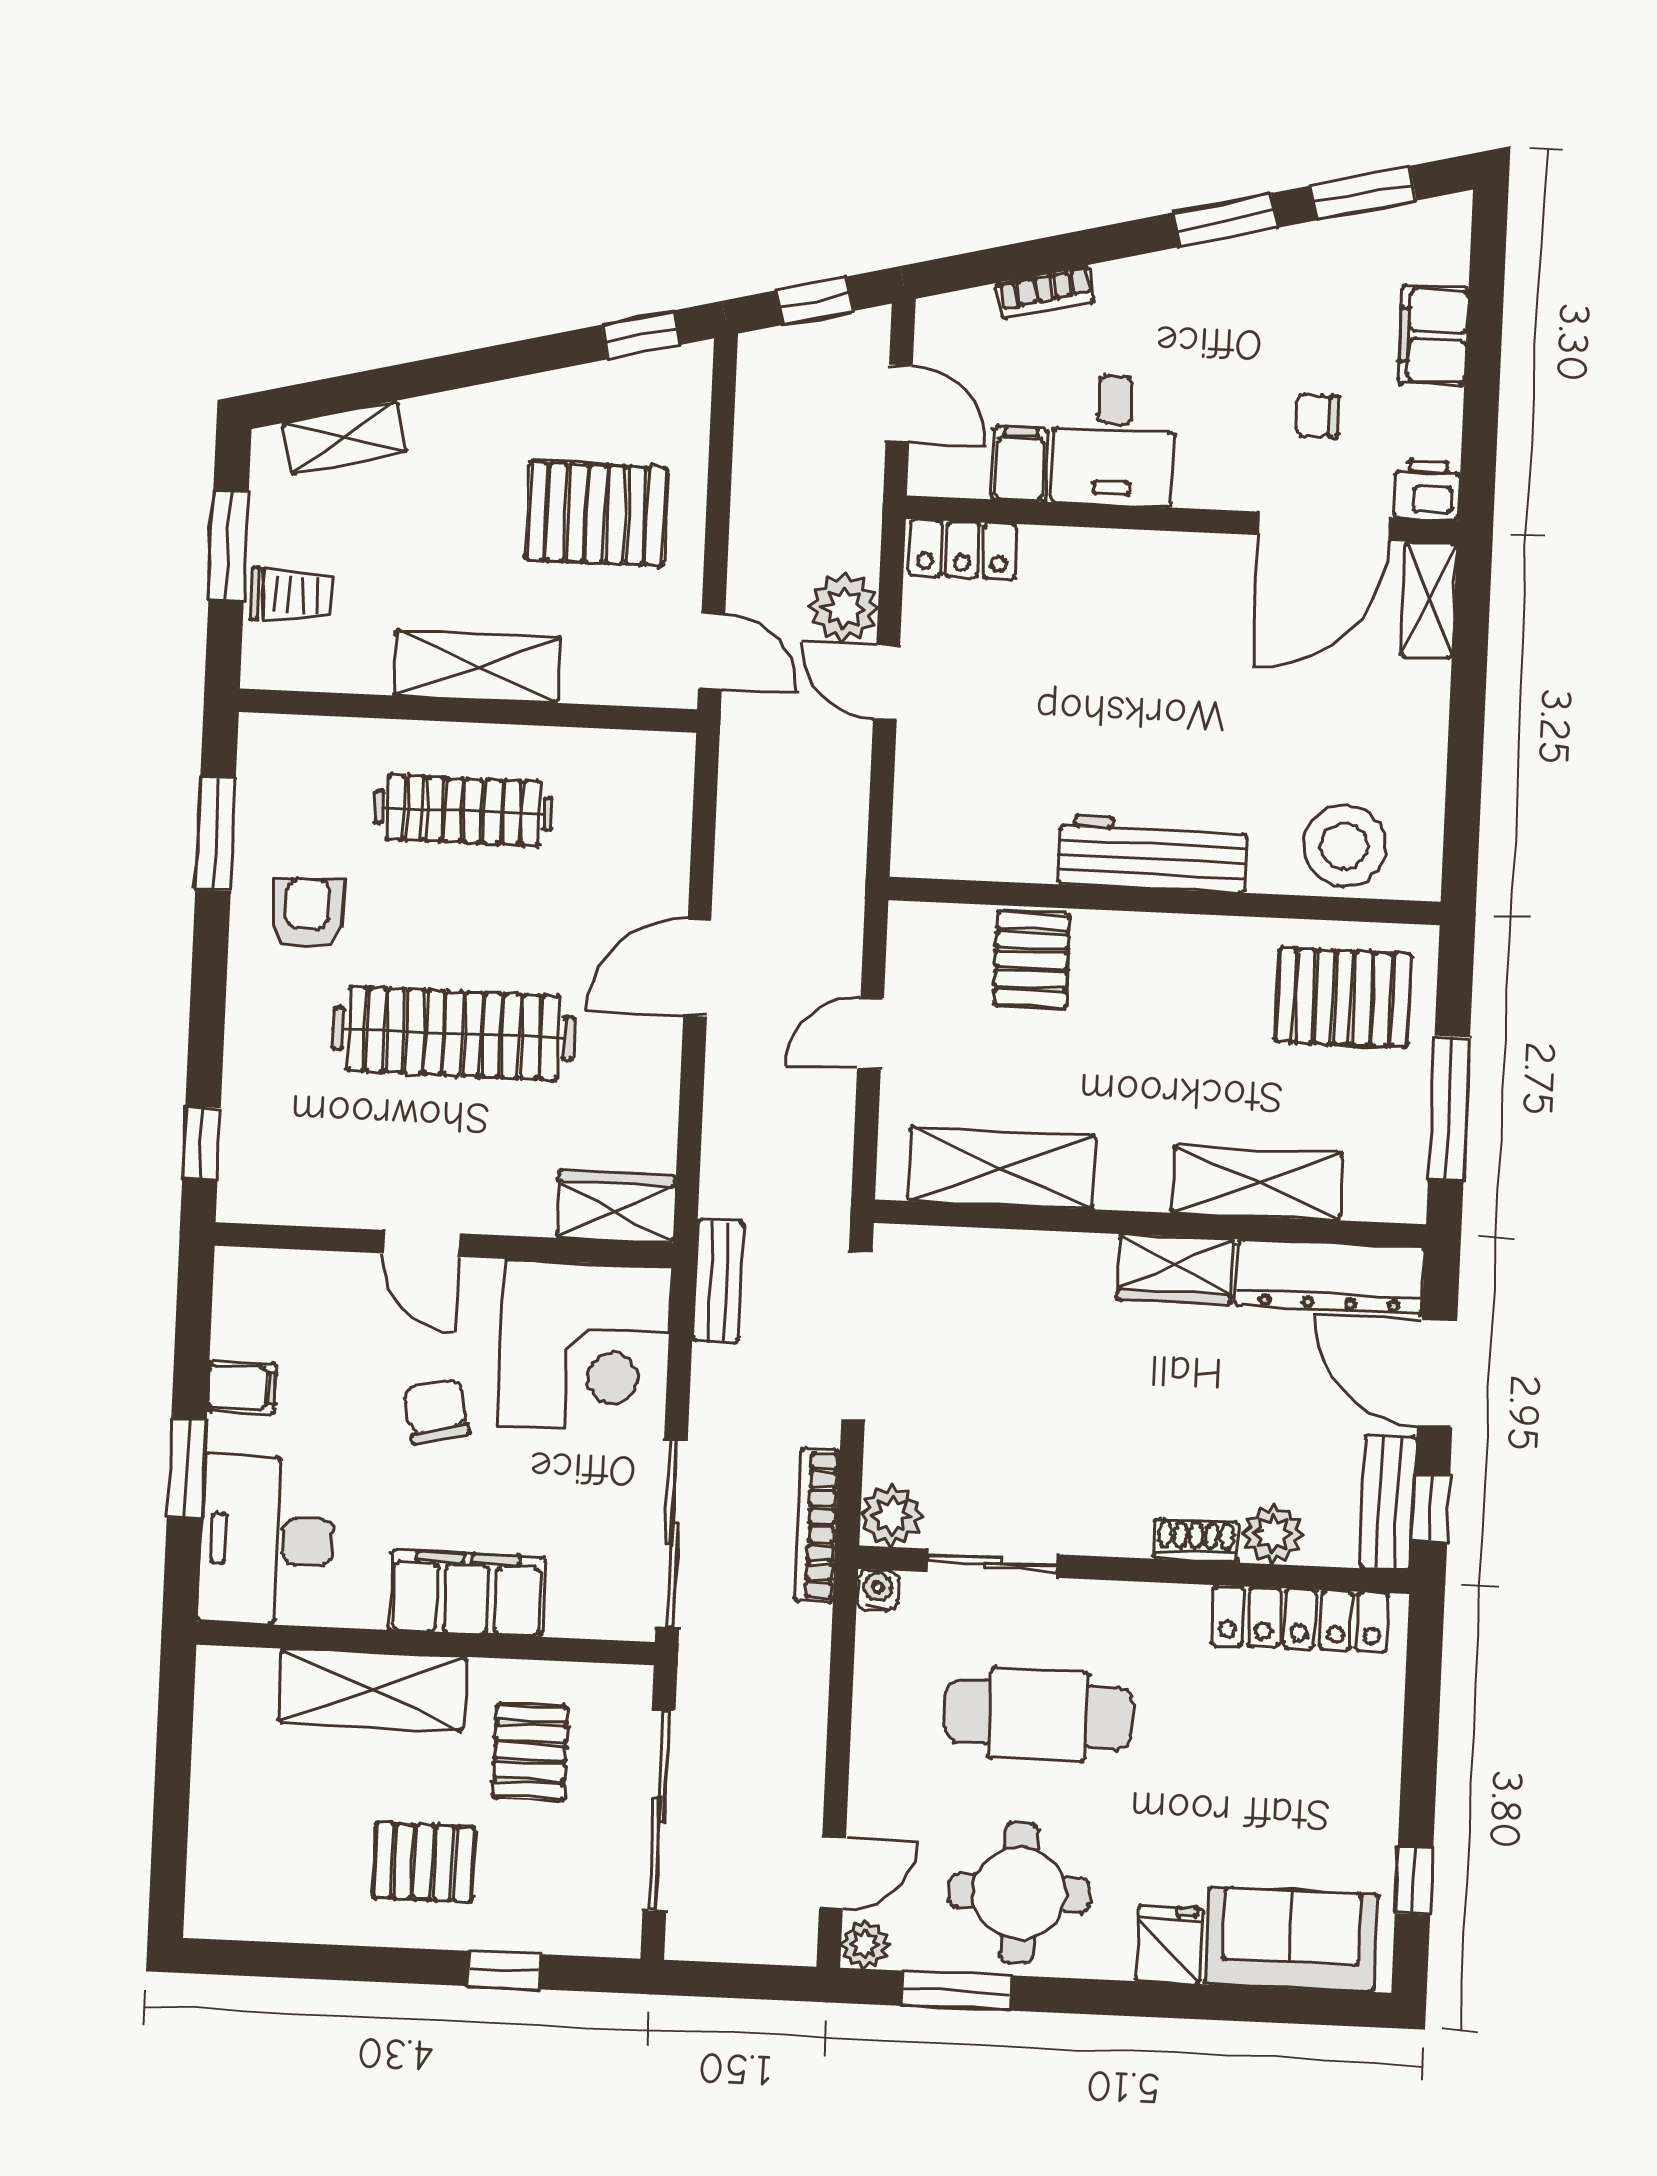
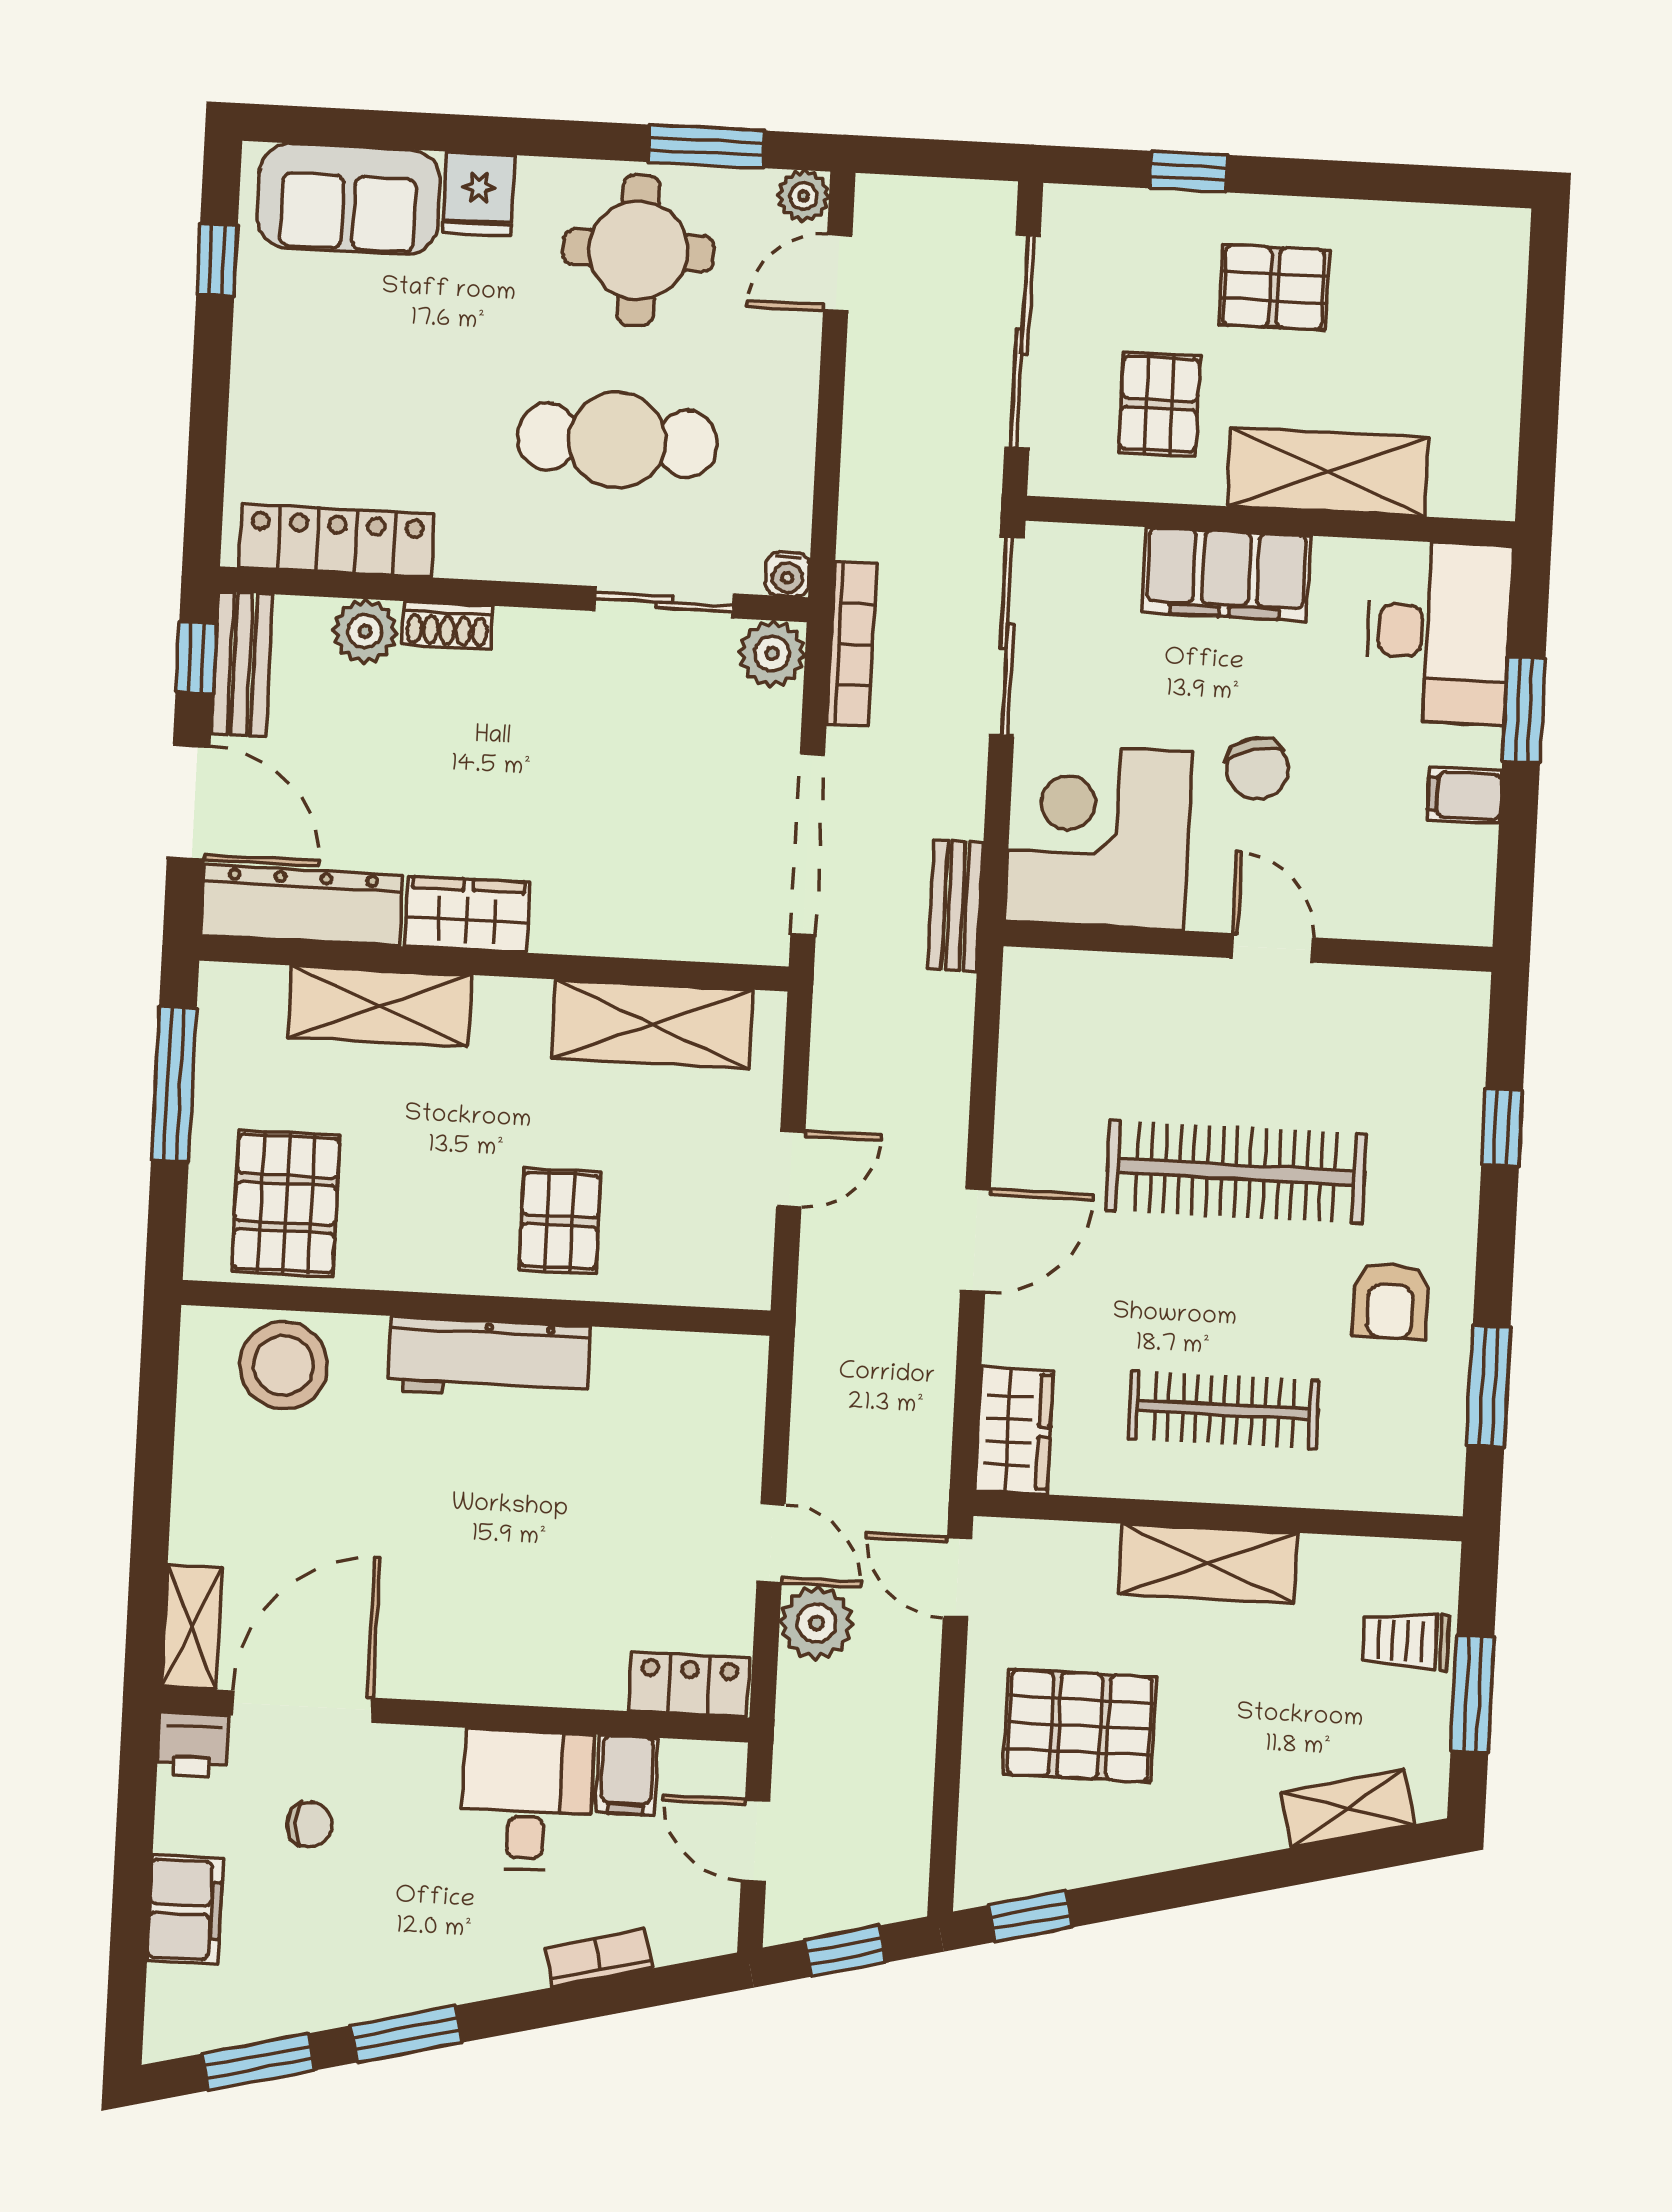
pallet: (1032, 960) -> (560, 1221), moved
pallet: (1343, 998) -> (286, 1203), turned 90
window: (201, 1143) -> (1502, 1128), moved
wardrobe: (616, 1207) -> (1014, 1430), moved, turned -90

